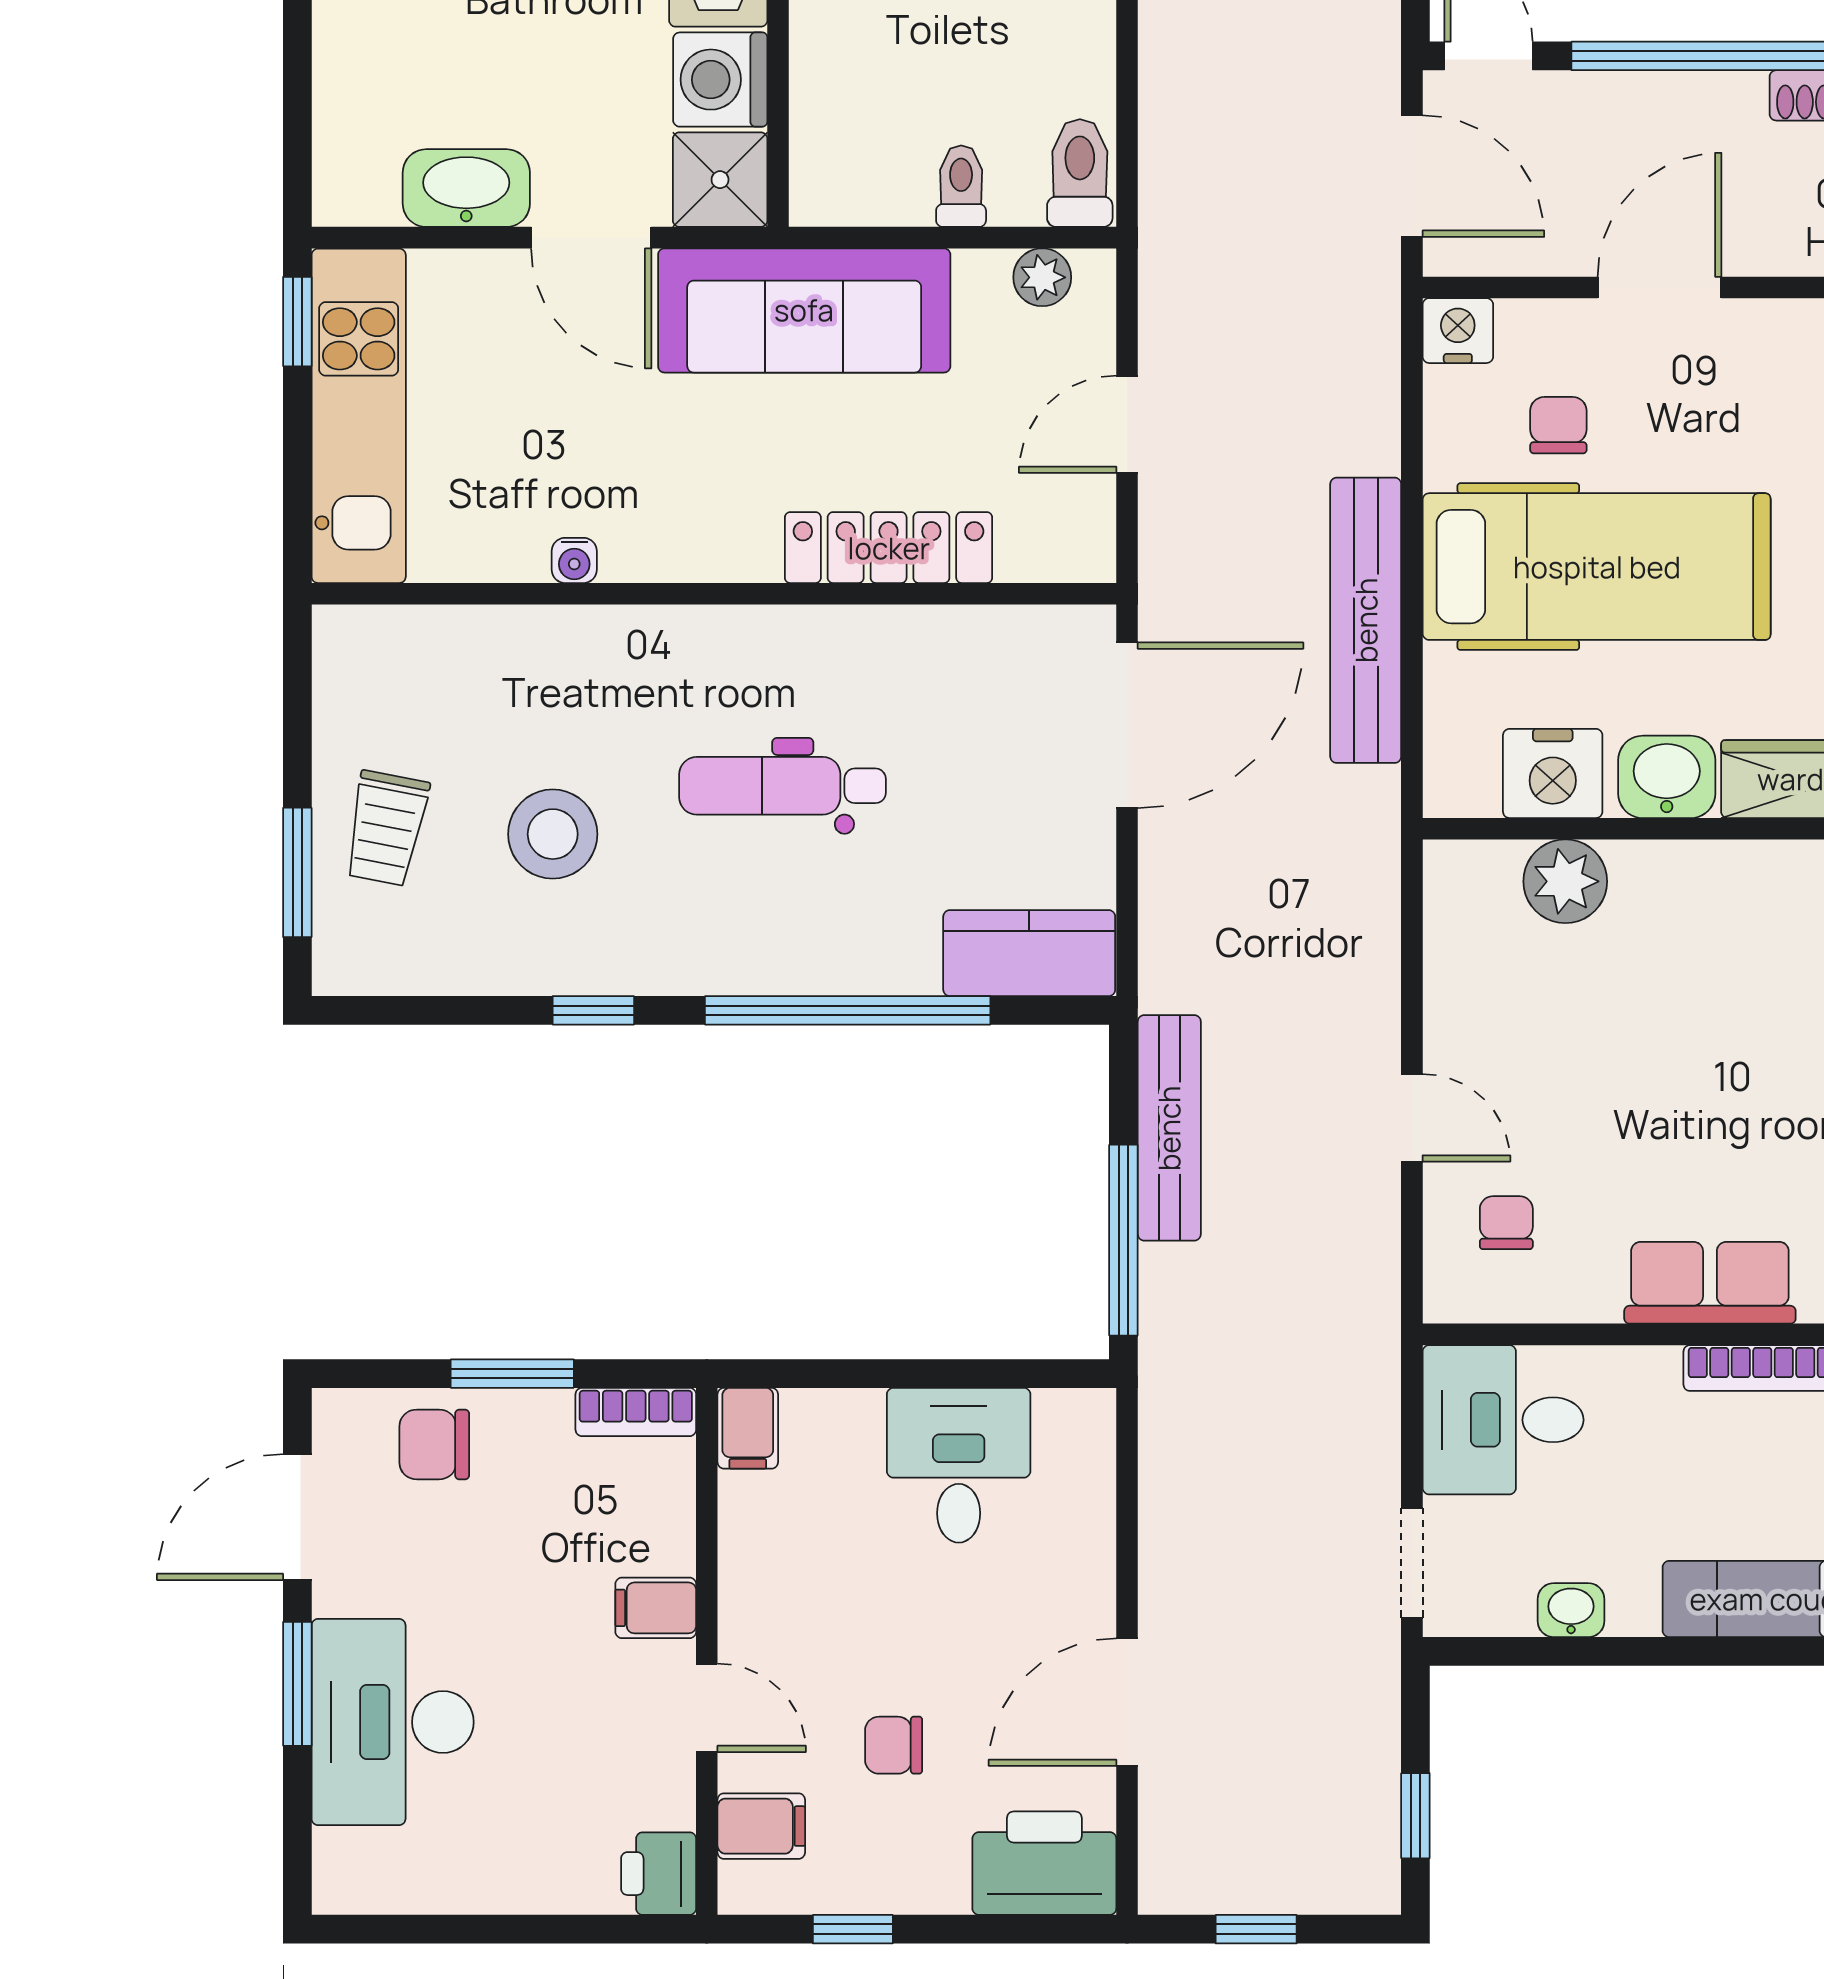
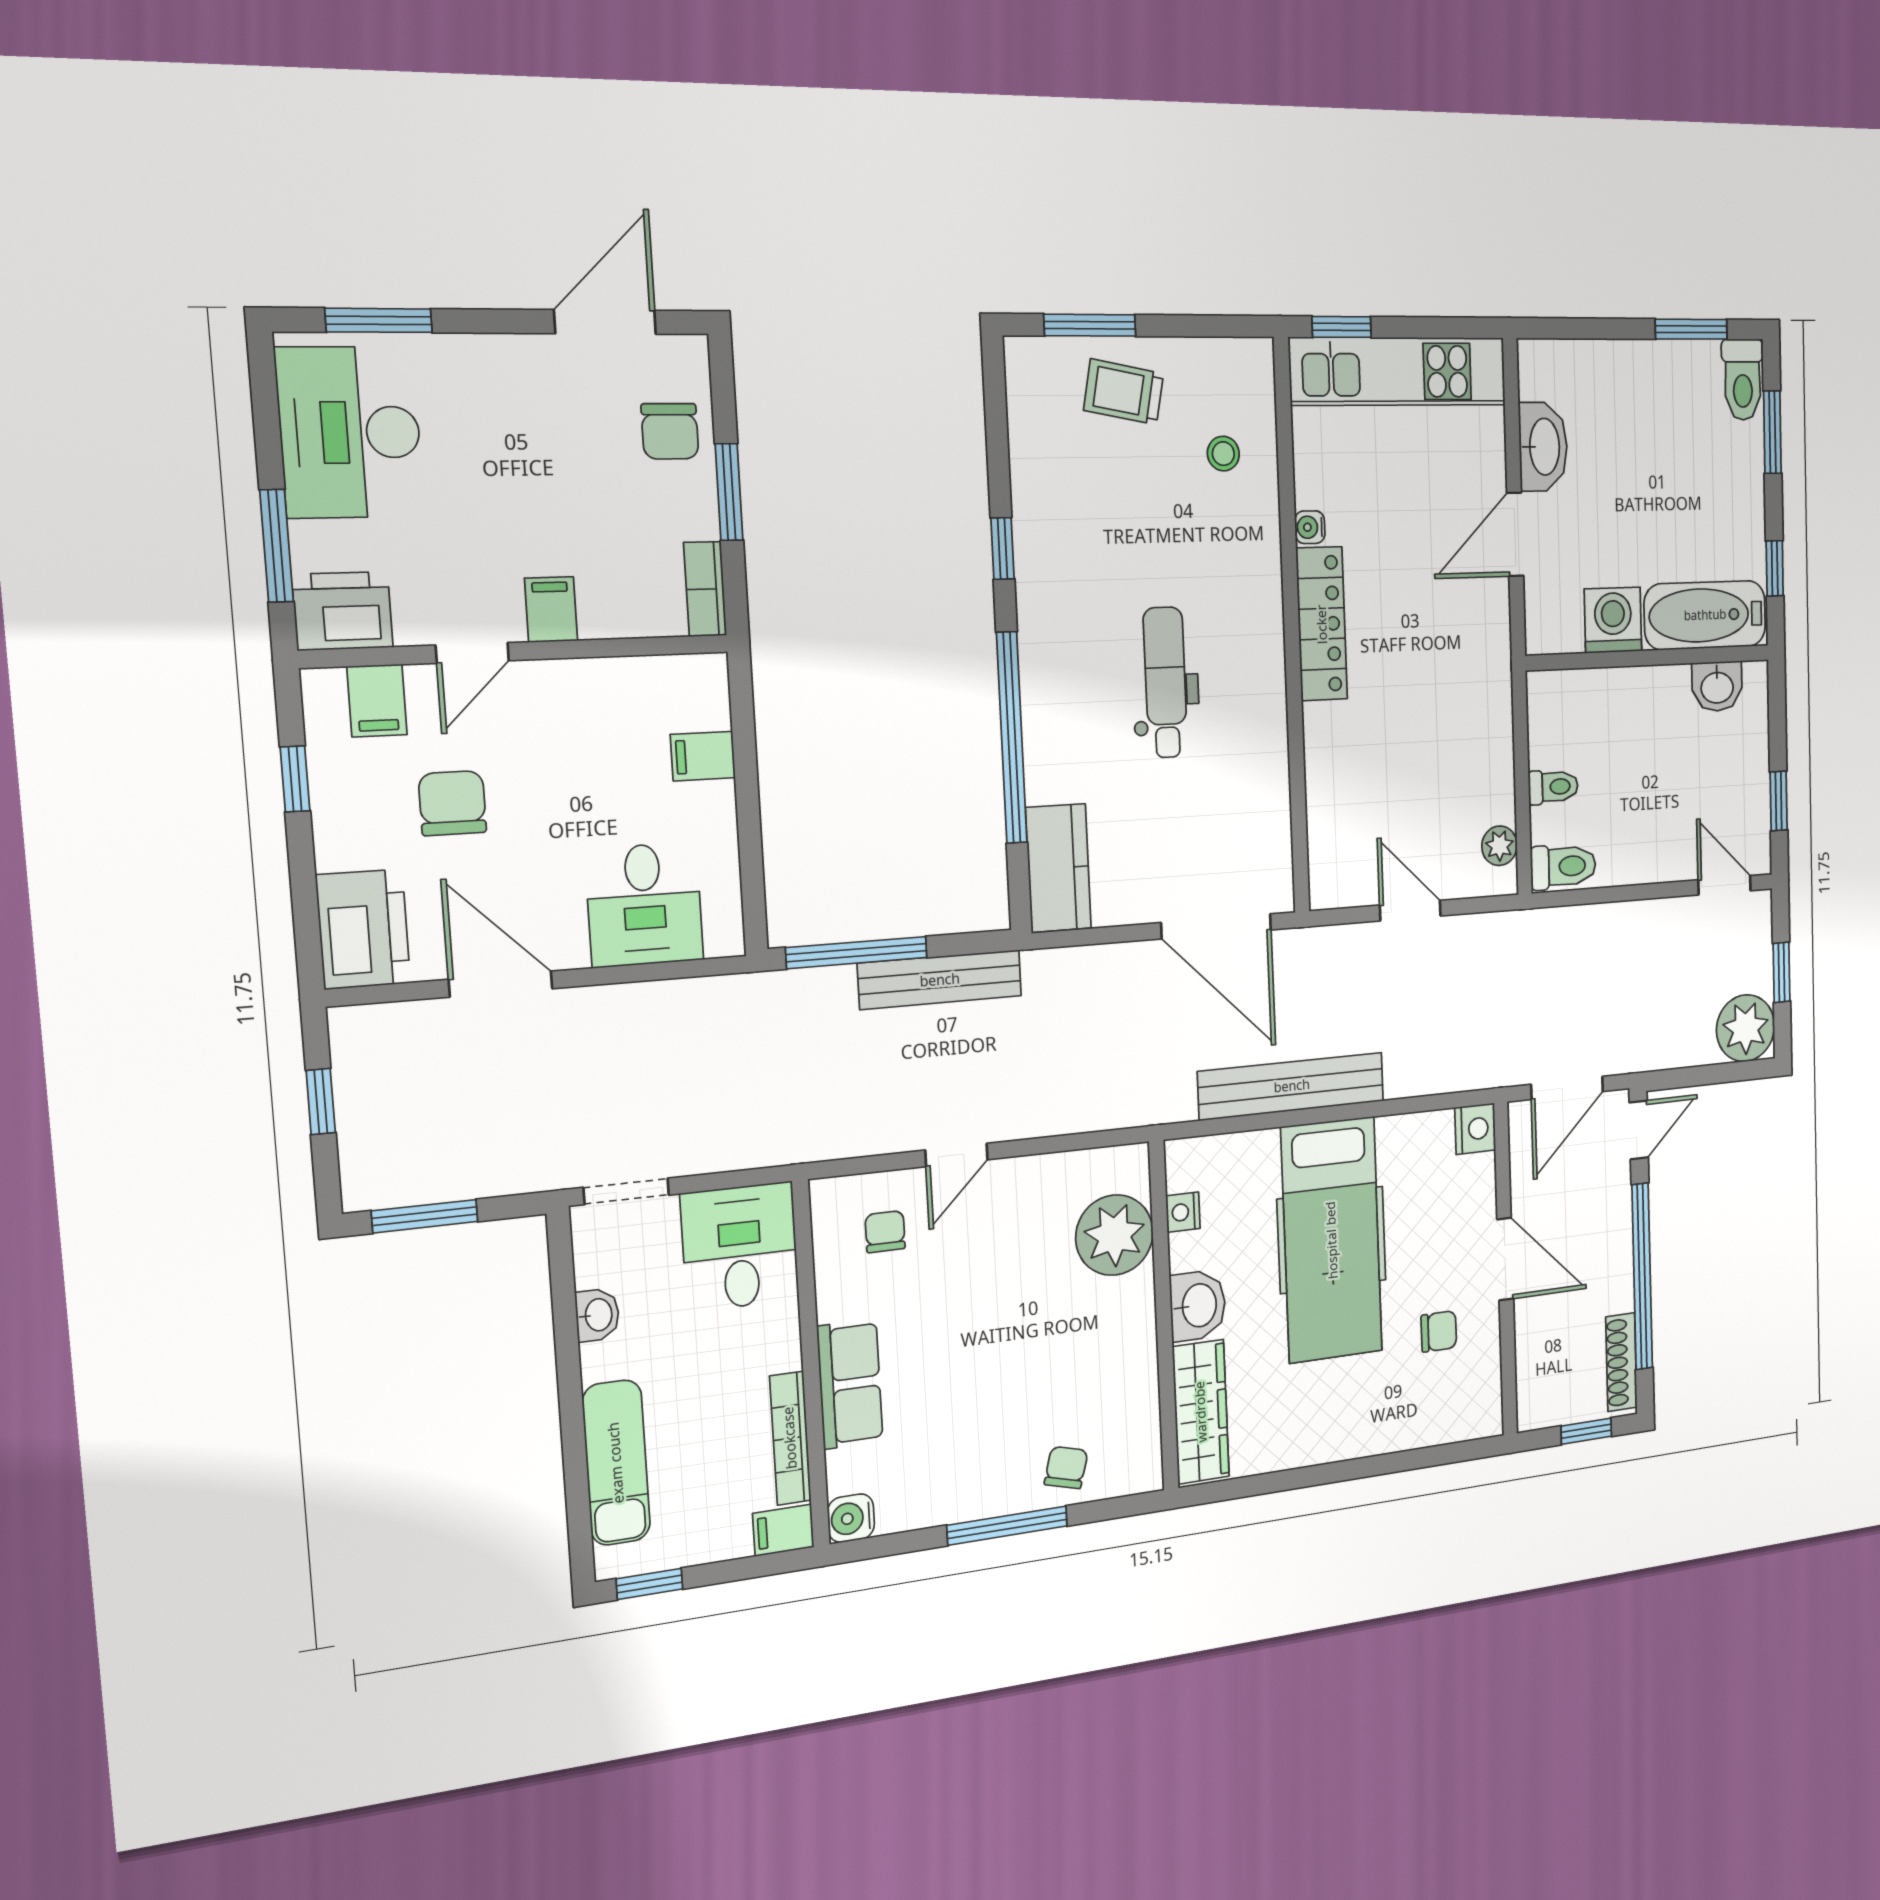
shower: (720, 180) -> (1553, 622), removed
sofa: (804, 310) -> (1474, 684), removed
window: (297, 322) -> (1342, 327), moved
chair: (1558, 425) -> (1439, 1331), moved
locker: (889, 548) -> (1322, 624), moved
nightstand: (1553, 773) -> (1183, 1212), width x0.53, depth x0.56
stool: (553, 834) -> (1223, 454), moved, width x0.53, depth x0.53
plant: (1565, 881) -> (1114, 1235), width x1.36, depth x1.36
chair: (1506, 1223) -> (885, 1232), turned -90
filing cabinet: (748, 1428) -> (703, 756), moved
chair: (434, 1444) -> (670, 431), turned 180
desk: (959, 1465) -> (644, 905), moved, turned 90
door: (297, 1517) -> (605, 322), hinge flipped
window: (297, 1684) -> (379, 320), moved
desk: (393, 1722) -> (350, 432), moved, turned -90
chair: (894, 1745) -> (452, 803), width x1.37, depth x1.37
window: (1415, 1816) -> (425, 1216), width x1.50
printer: (659, 1874) -> (343, 611), width x1.36, depth x1.24
window: (568, 1929) -> (276, 546), added

